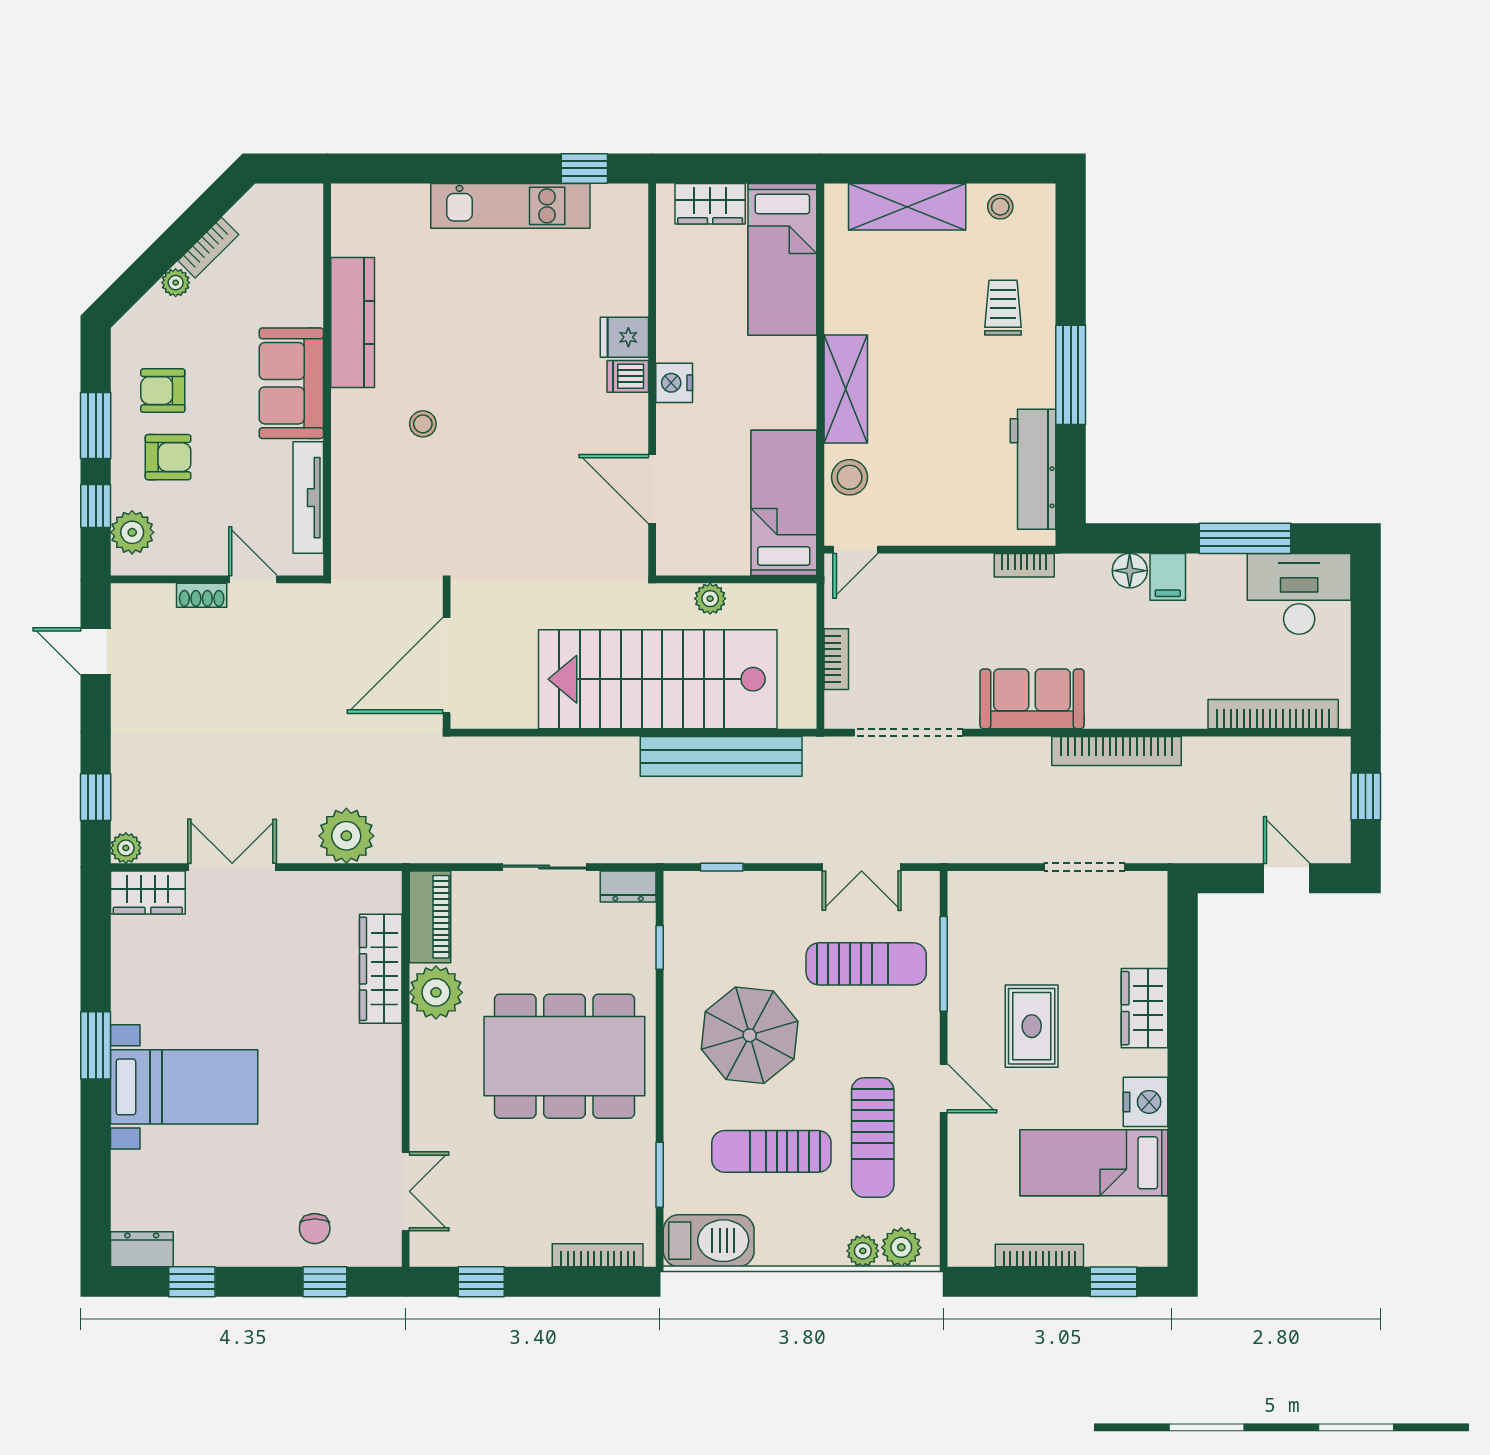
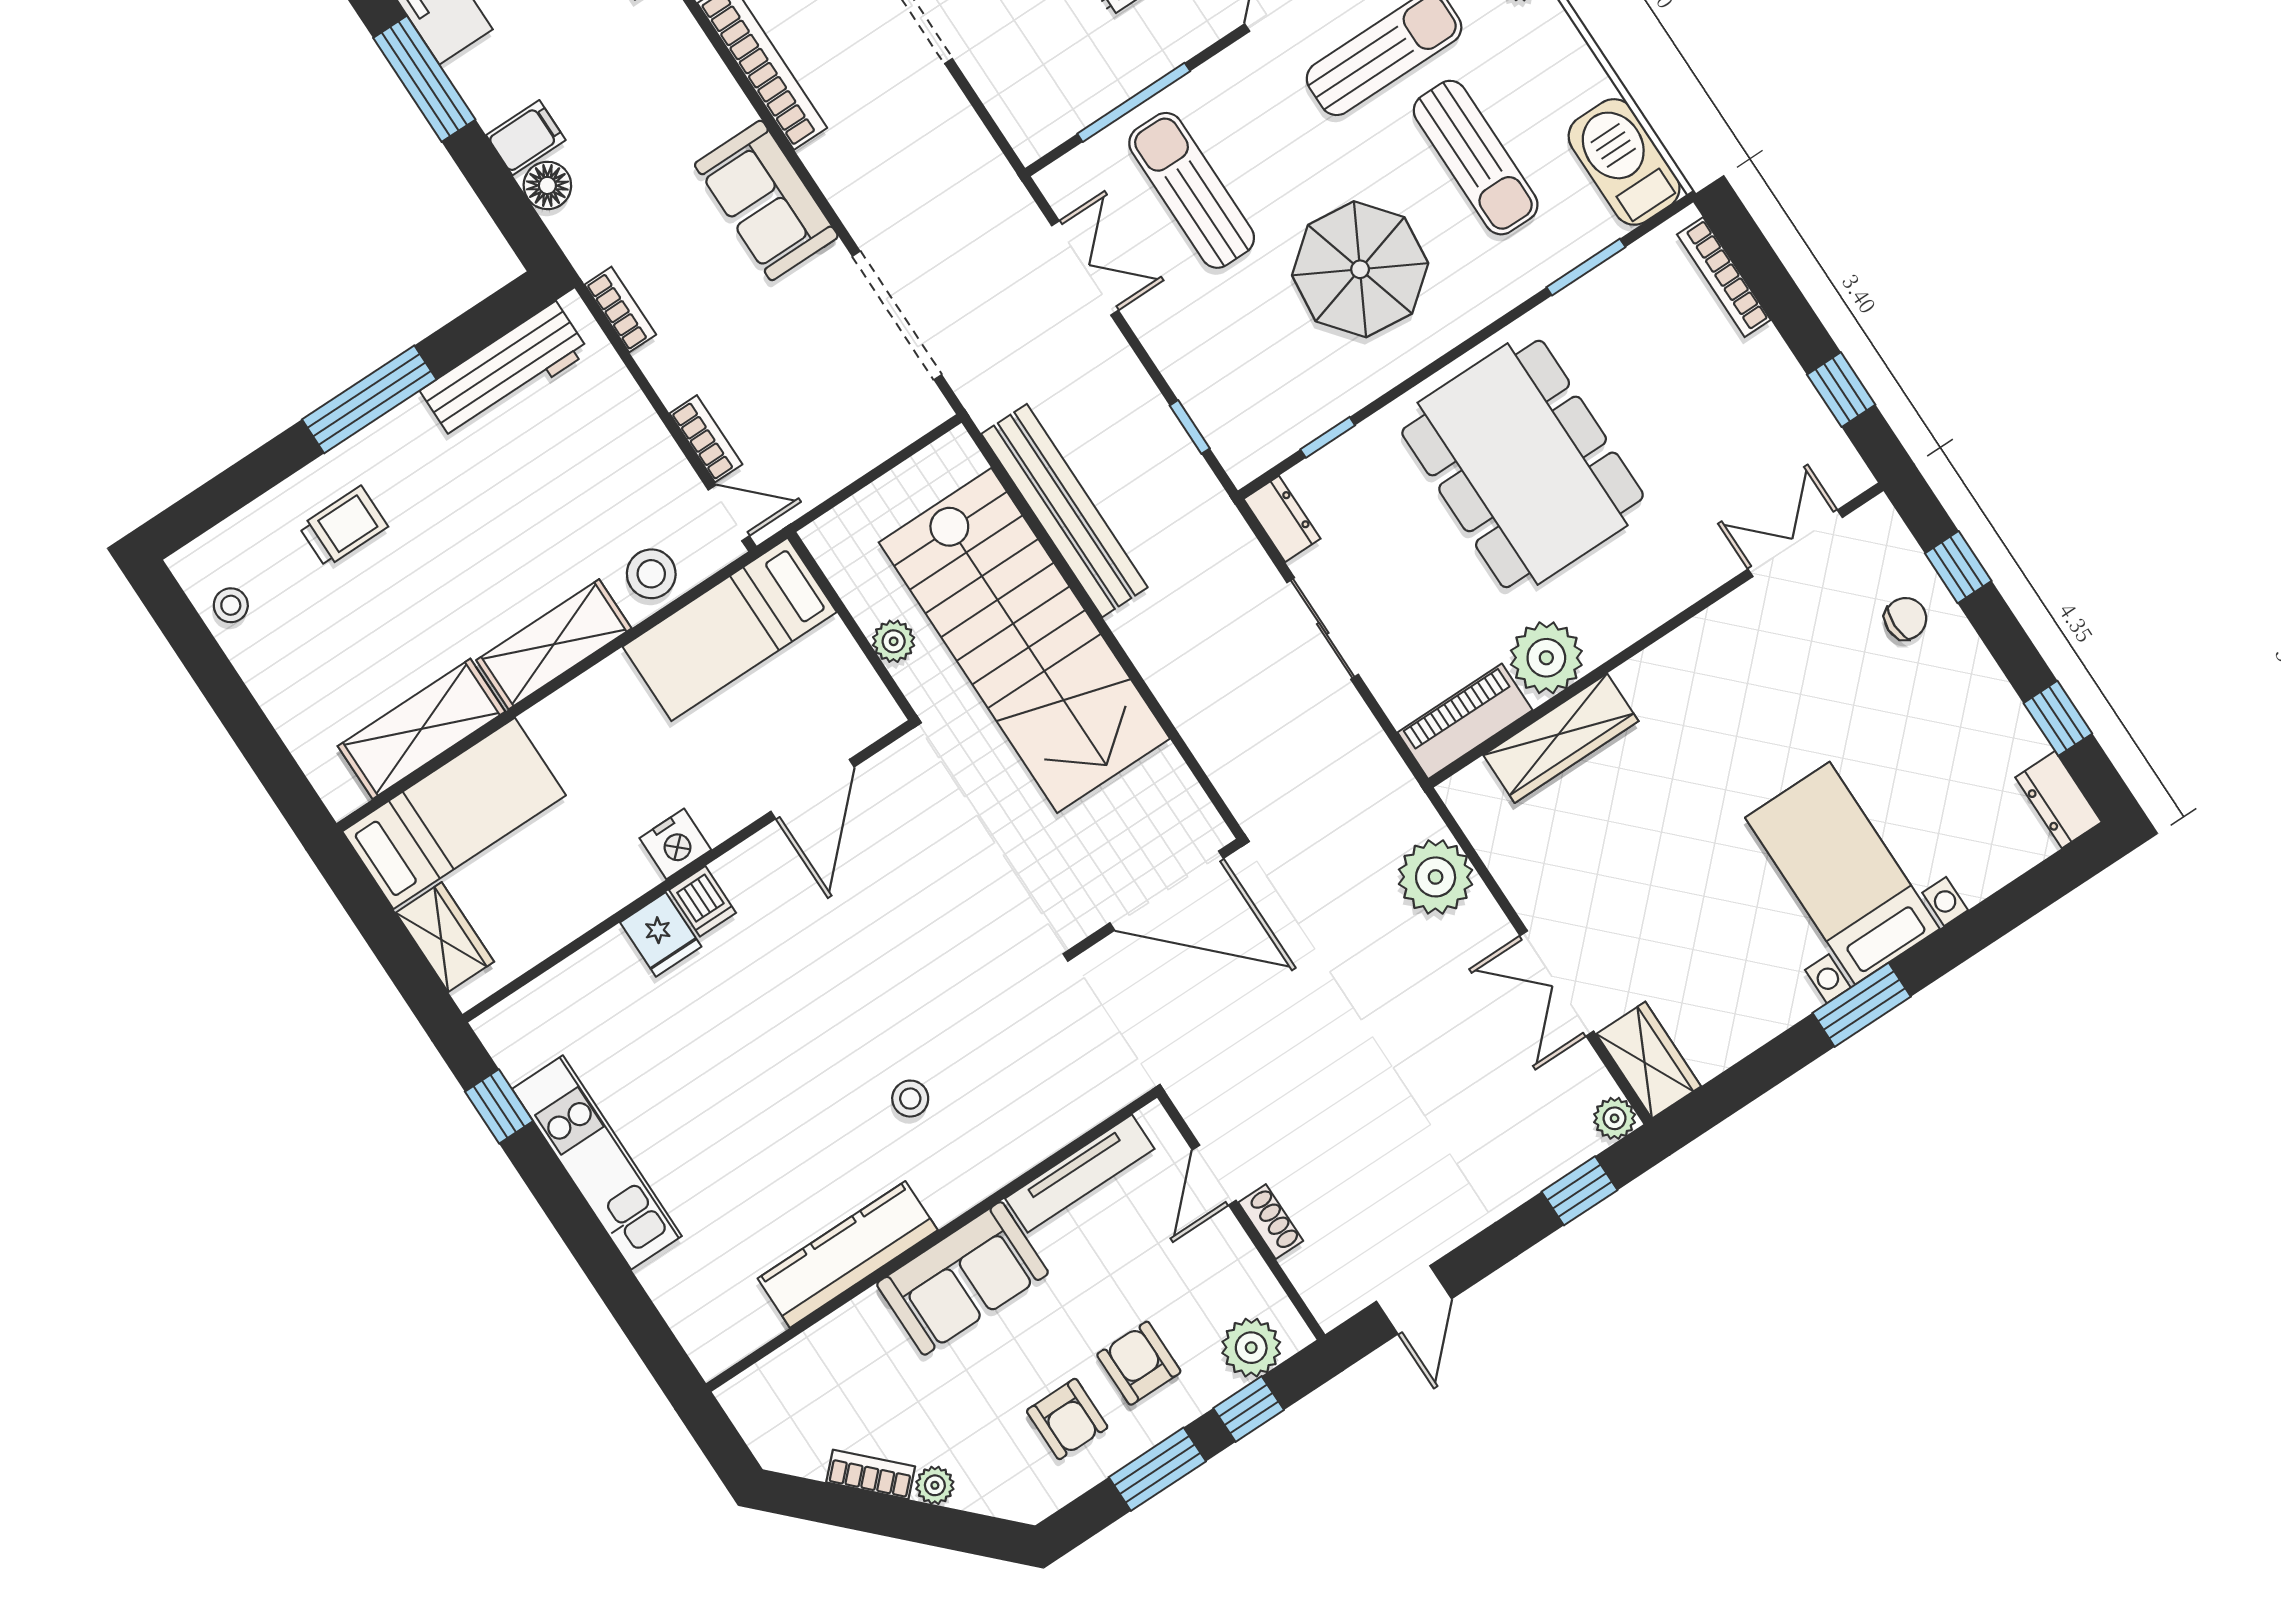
shelving: (907, 207) -> (421, 729), moved, turned 90
trolley: (1003, 308) -> (343, 527), turned 180
bookcase: (836, 659) -> (706, 439), moved, turned 90

